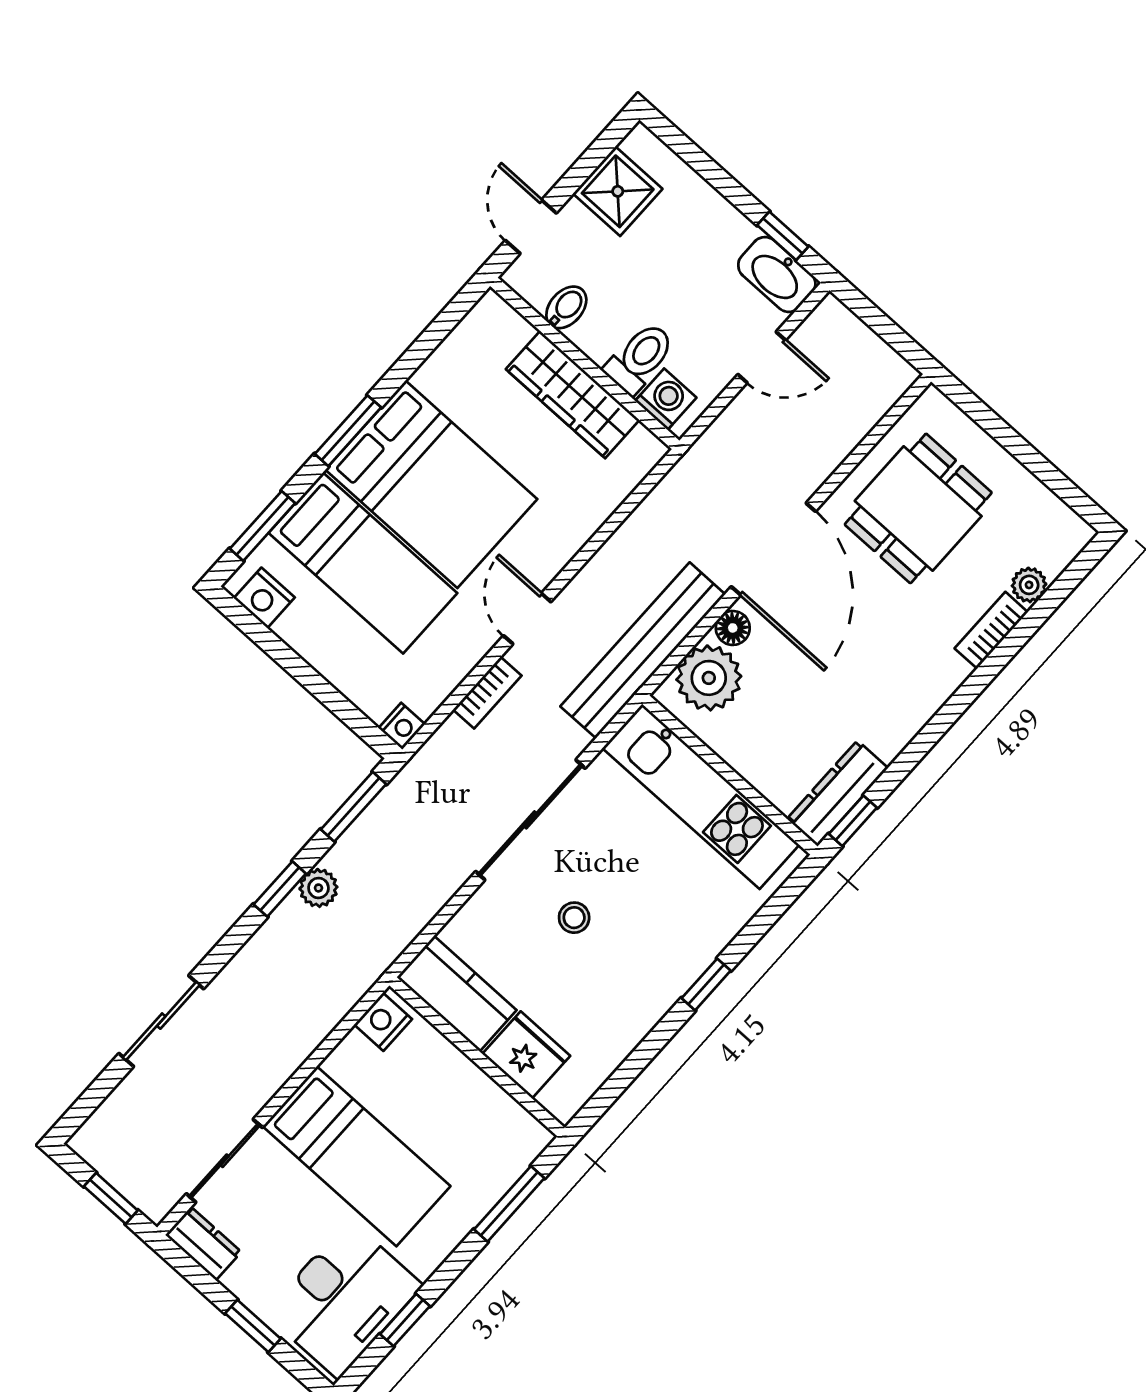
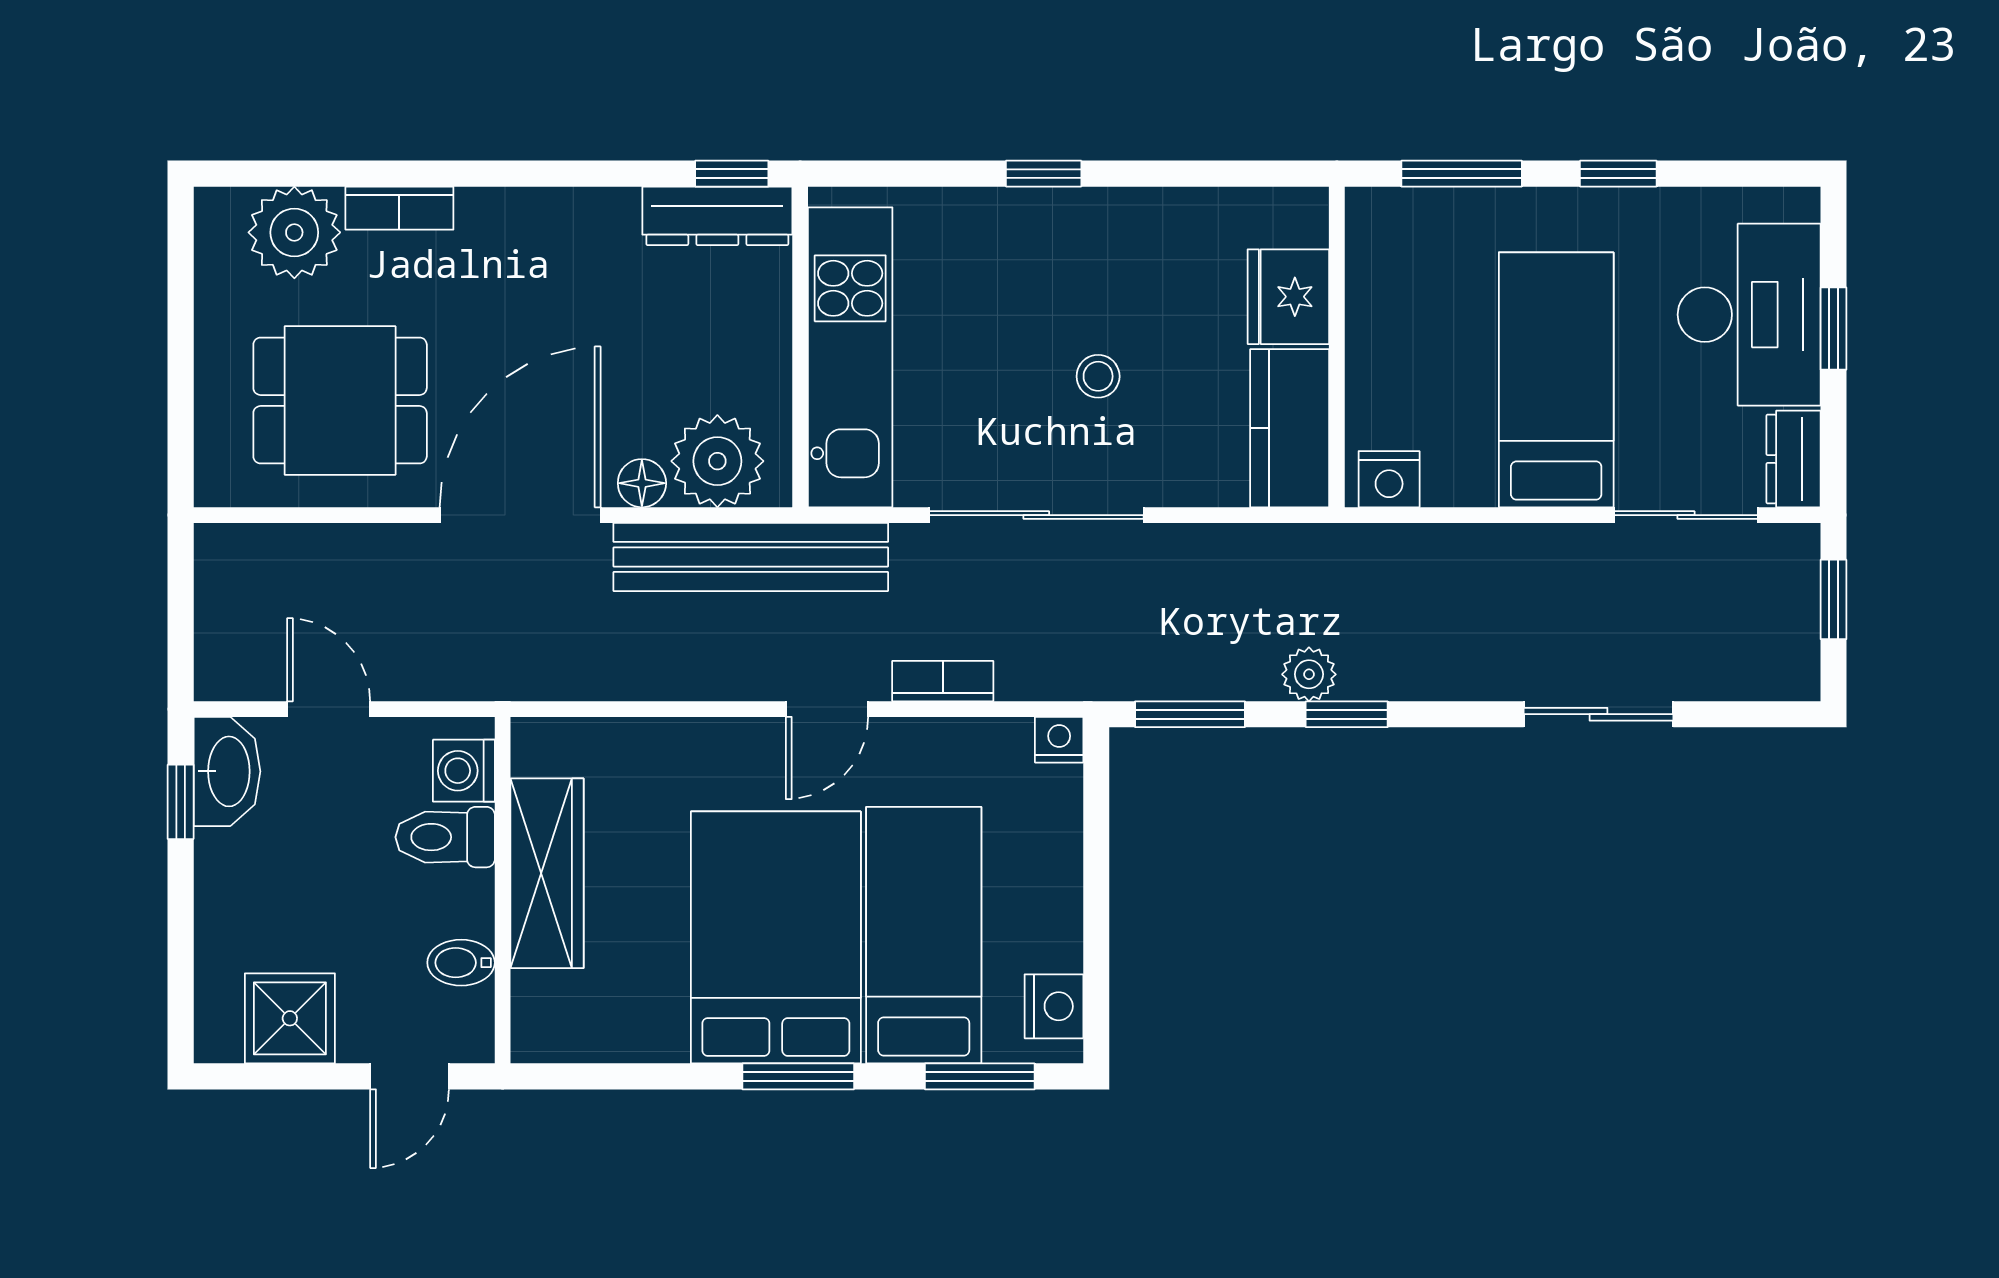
plant: (1029, 585) -> (294, 232), width x1.87, depth x1.87
desk: (344, 1299) -> (1749, 315), moved, turned 90
window: (405, 1320) -> (1618, 174), moved

